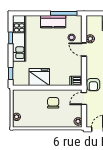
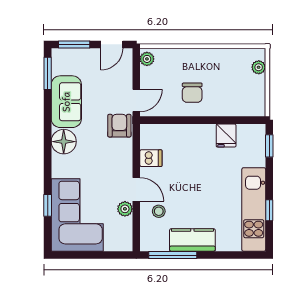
fridge: (39, 77) -> (226, 136), width x0.53, depth x0.75
dishwasher: (76, 81) -> (151, 158), moved

